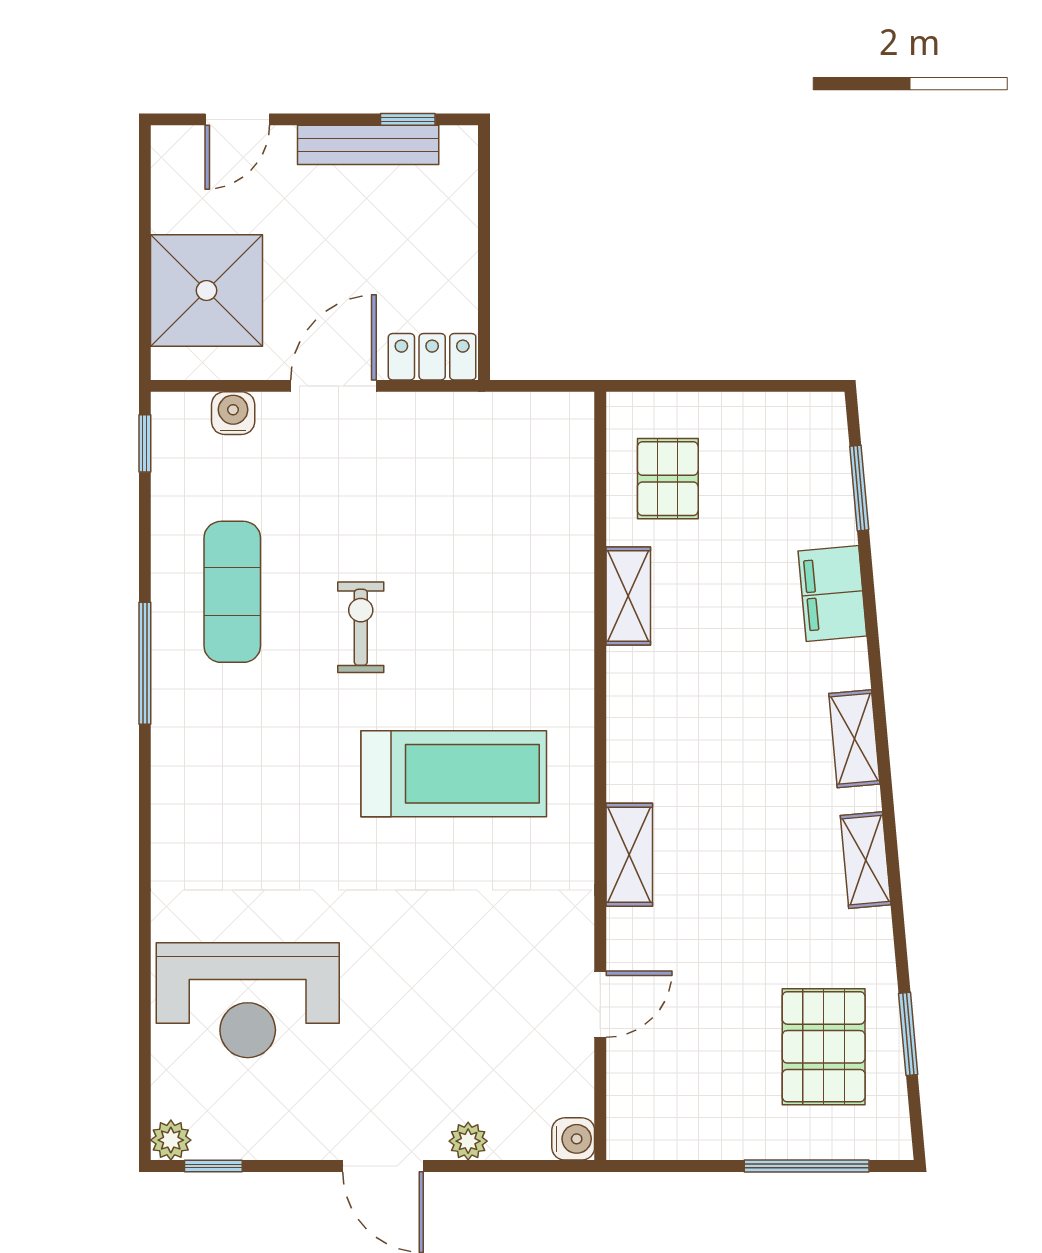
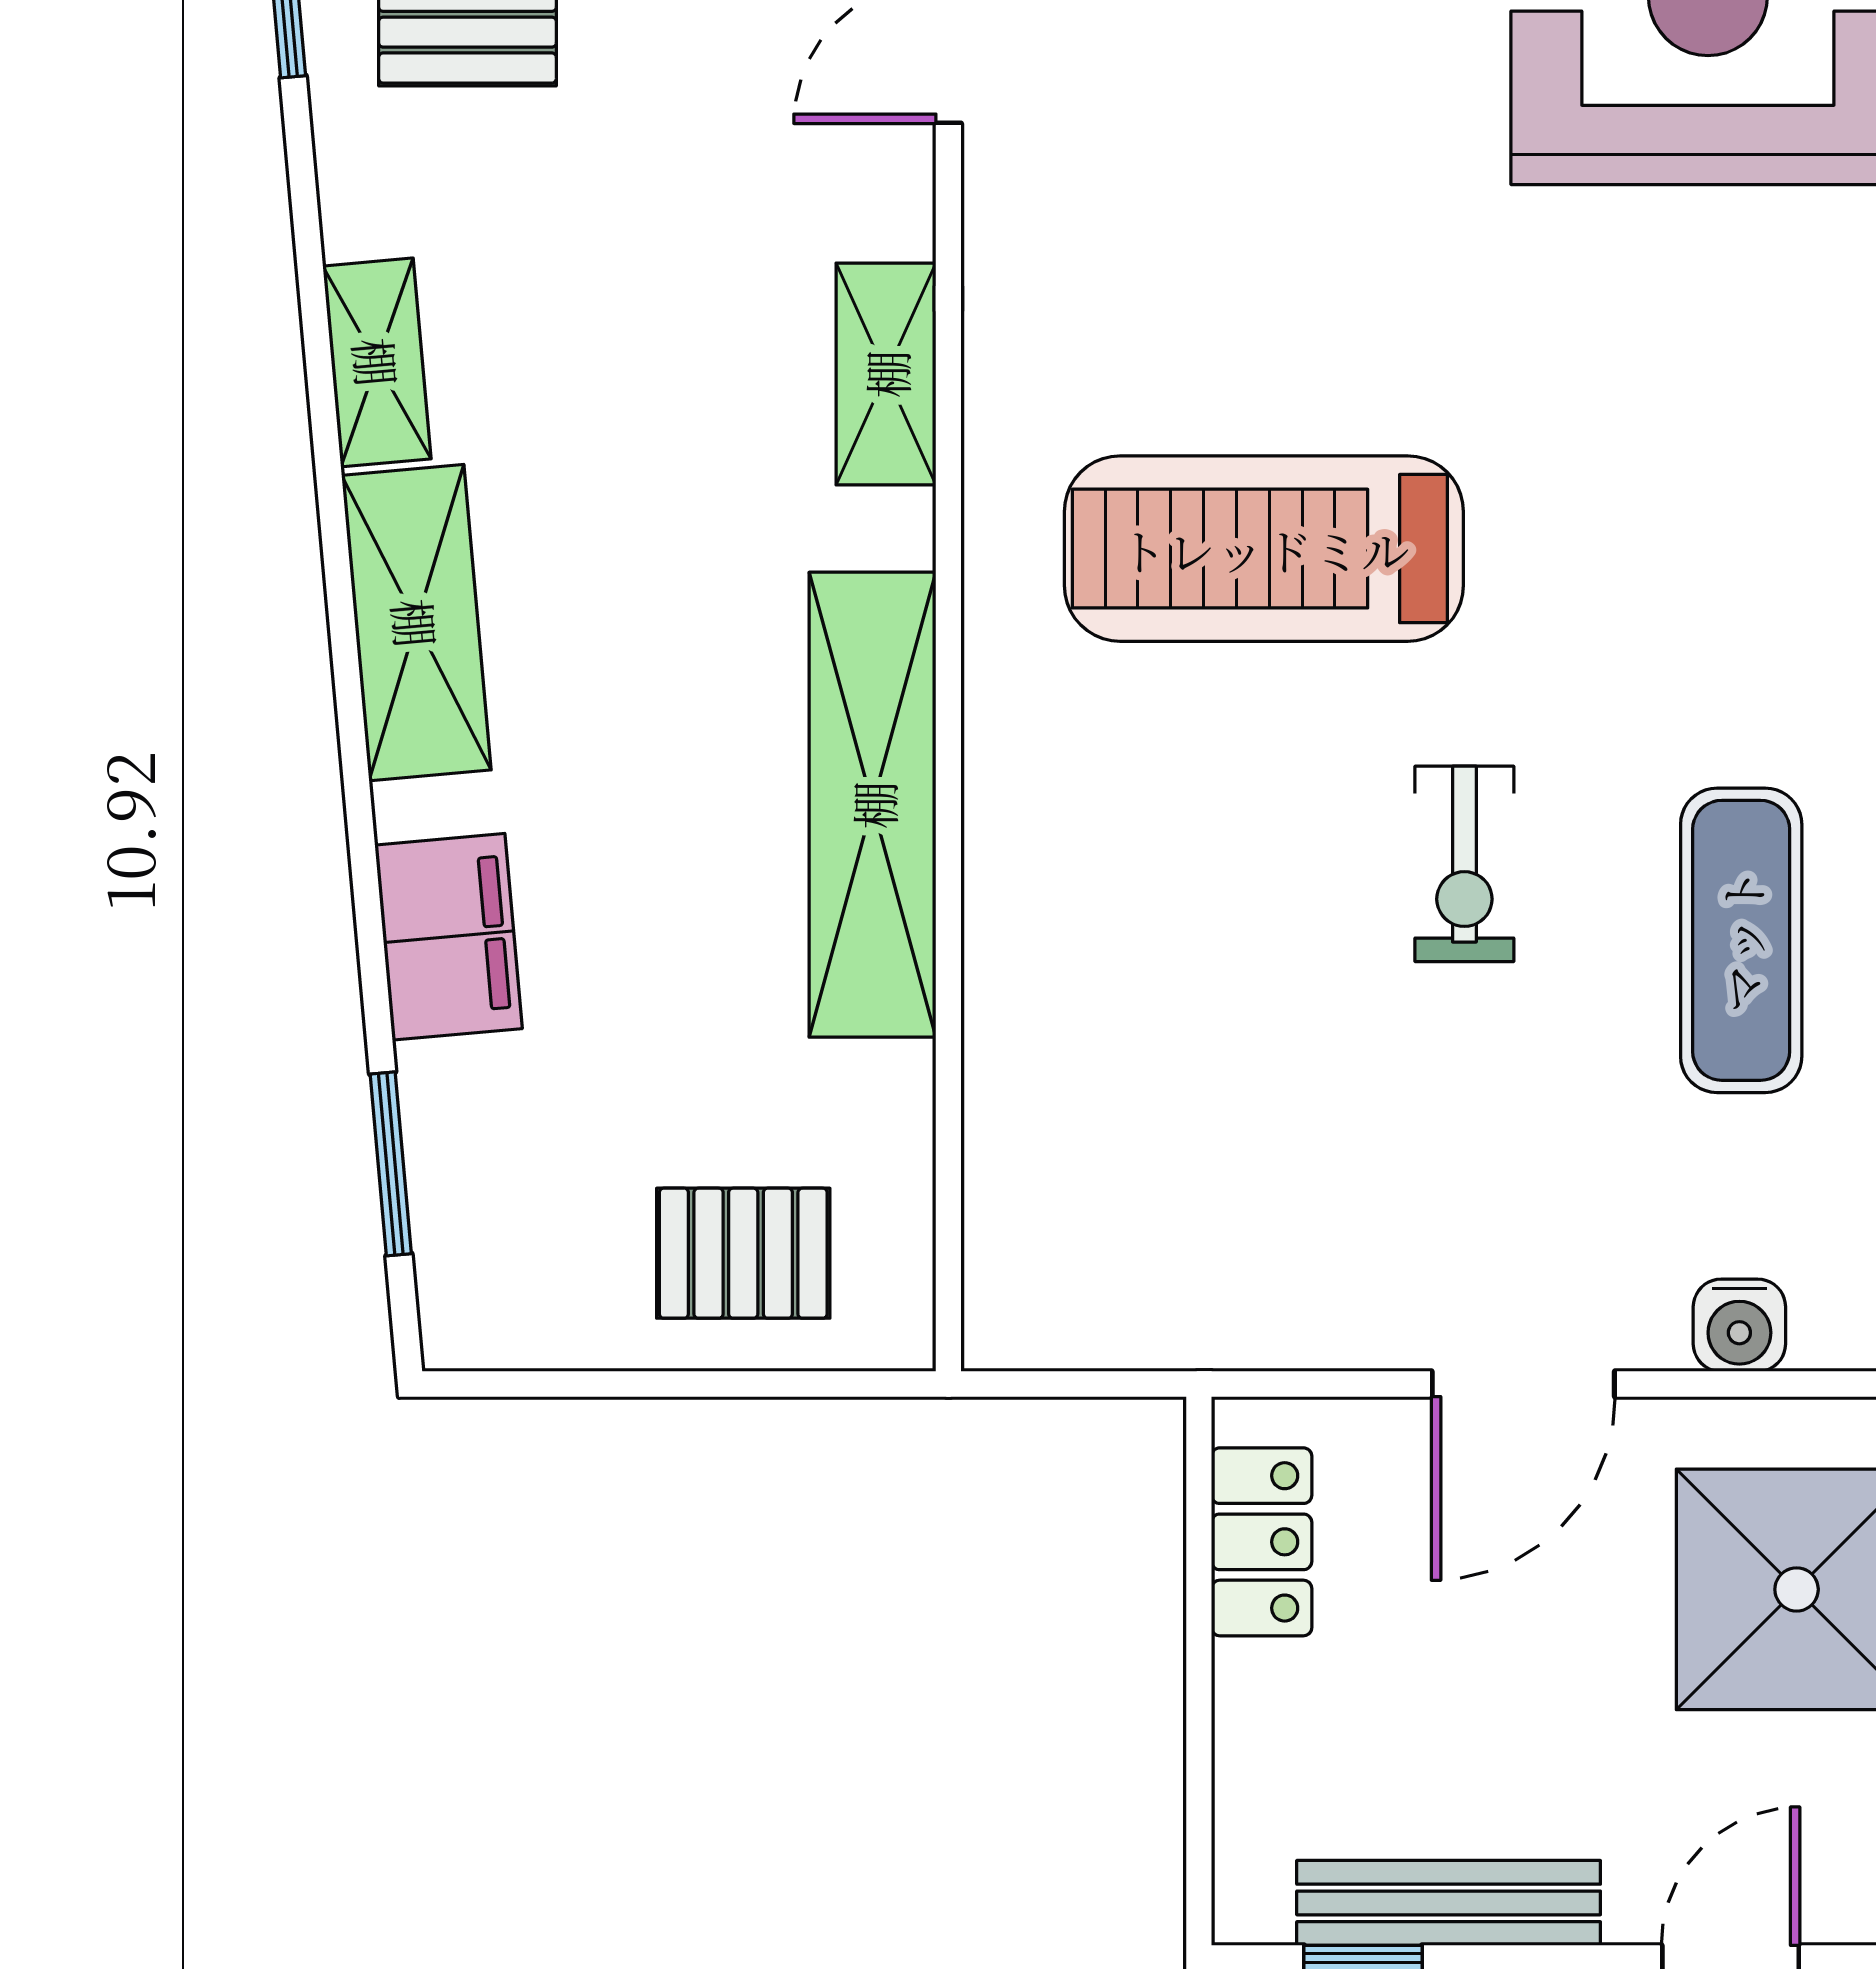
locker: (432, 357) -> (1262, 1542), moved, turned -90
pallet: (668, 479) -> (743, 1253), moved, turned 90
shelving: (628, 596) -> (873, 805), width x2.20, depth x1.33
shelving: (854, 739) -> (416, 623), width x1.50, depth x1.33

